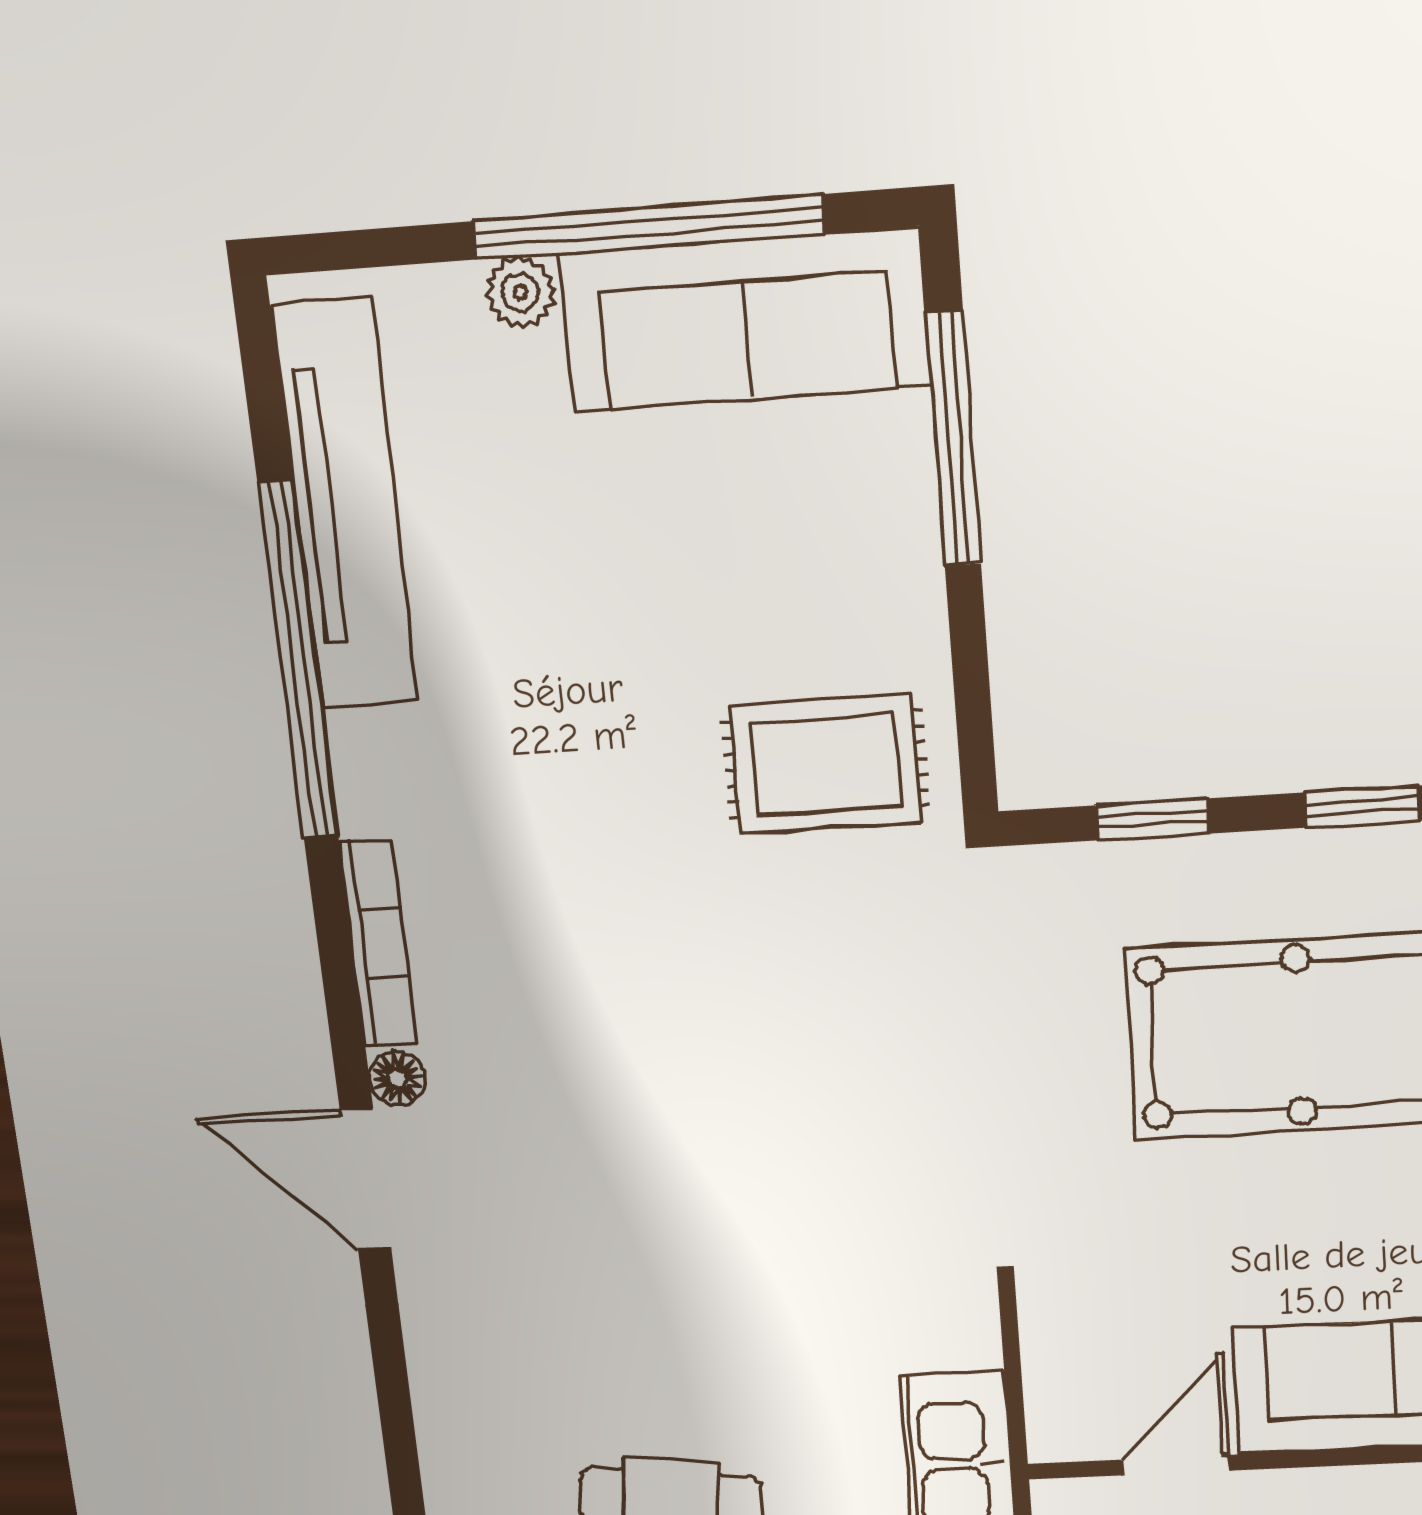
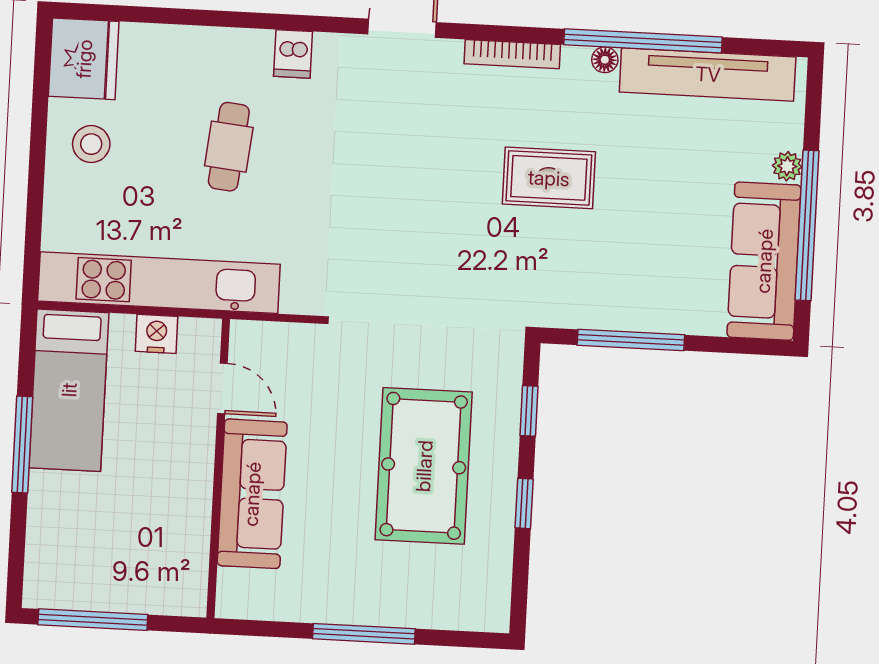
window: (954, 439) -> (631, 340), moved
rug: (825, 765) -> (549, 178), moved, turned 90
floor lamp: (397, 1078) -> (605, 60), moved
dishwasher: (458, 1393) -> (293, 54), added

